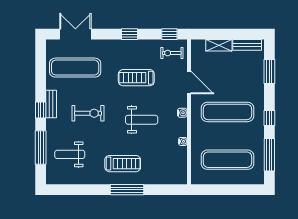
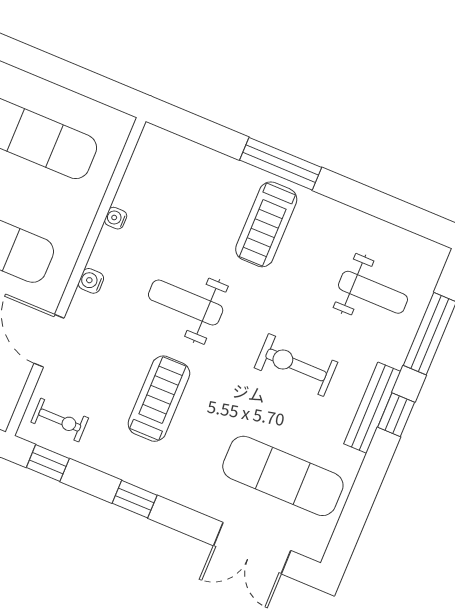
treadmill: (136, 78) -> (159, 399), turned -90
bench: (51, 104) -> (372, 408), width x1.36
treadmill: (123, 164) -> (266, 224), turned -90

